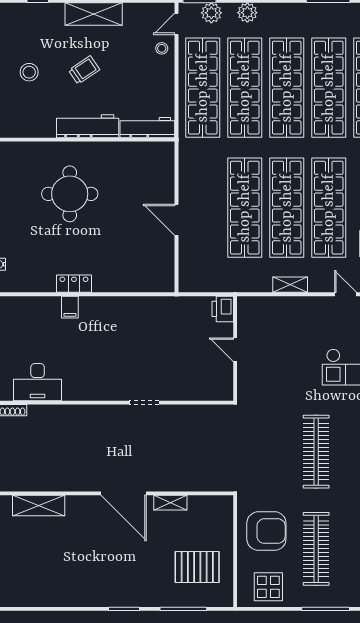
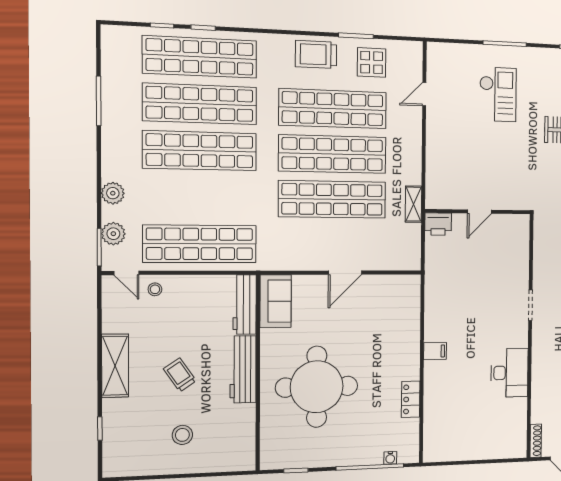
shop shelf: (245, 88) -> (200, 197), removed
sofa: (150, 156) -> (276, 301), added
round table: (70, 194) -> (317, 387), width x1.36, depth x1.36
locker: (74, 284) -> (411, 399), moved
shelving: (290, 285) -> (413, 204), moved
filing cabinet: (70, 307) -> (435, 351), moved
desk: (38, 382) -> (509, 373), moved

